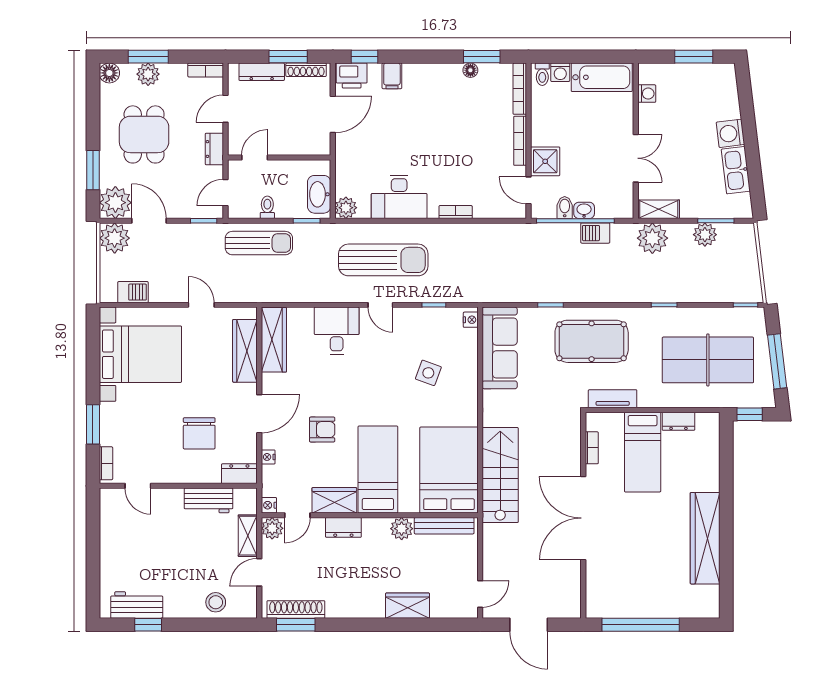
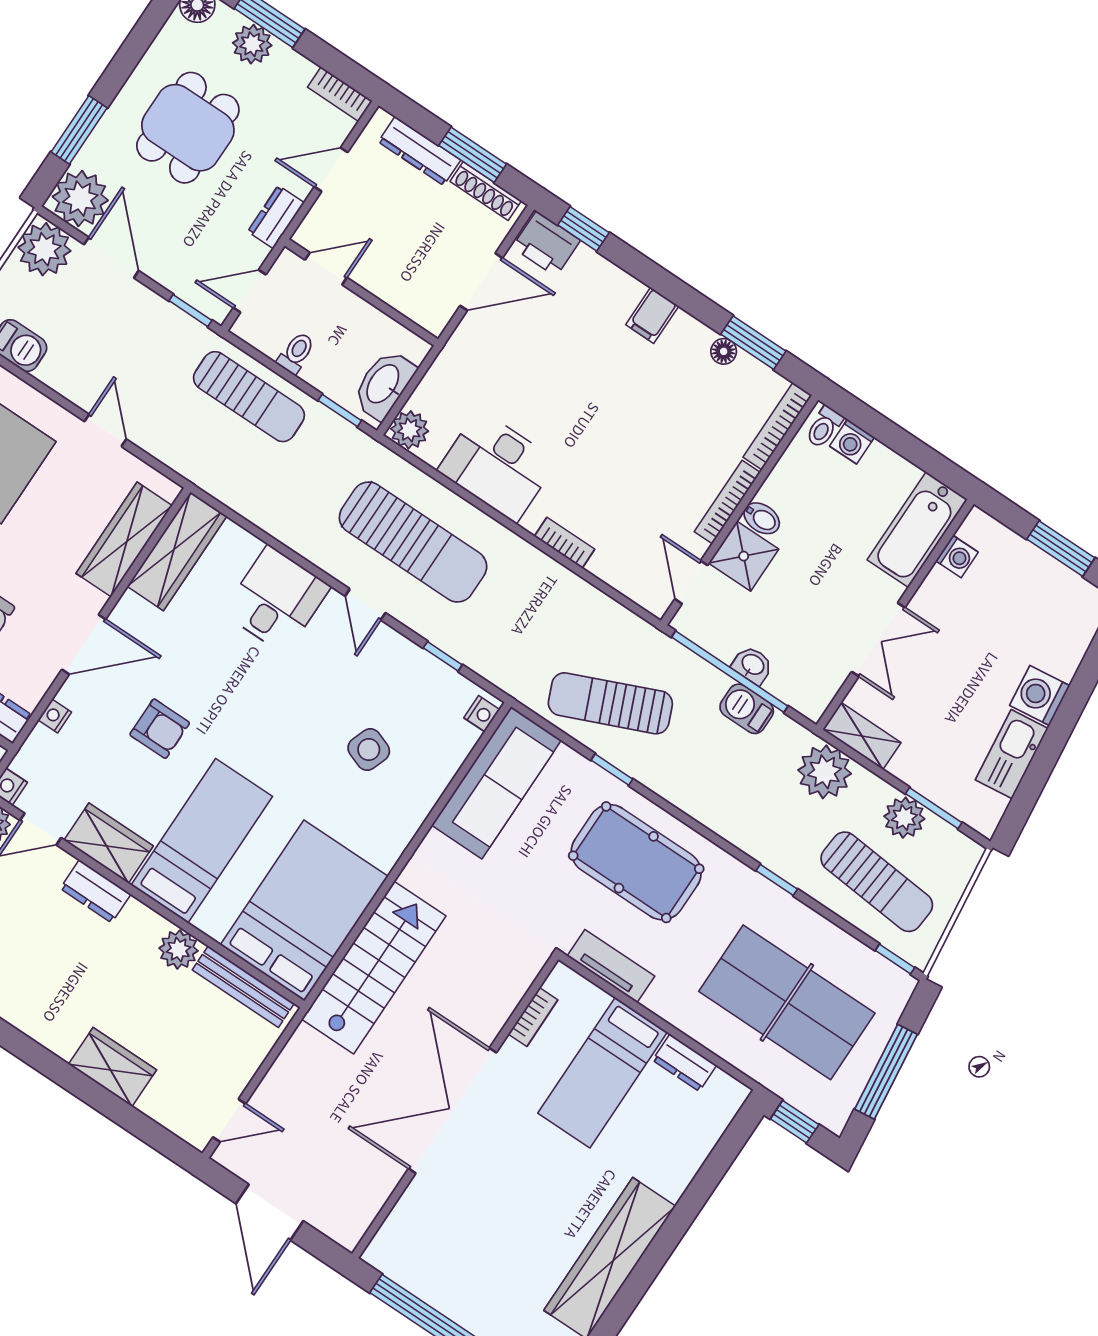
filing cabinet: (392, 76) -> (652, 315), moved
bathtub: (602, 77) -> (917, 530), moved, turned 90
bidet: (565, 208) -> (762, 518), moved, turned 90
sun lounger: (529, 274) -> (610, 703), added
sun lounger: (712, 274) -> (877, 882), added

